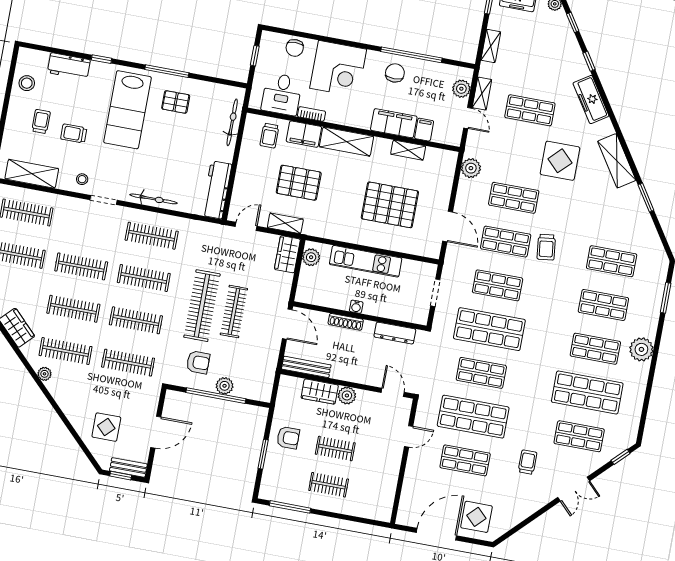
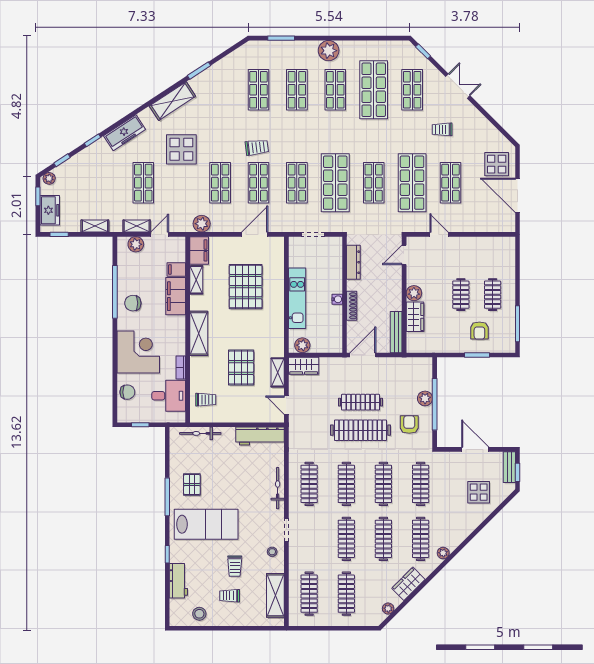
filing cabinet: (304, 134) -> (199, 250), moved
armchair: (288, 438) -> (479, 331), moved, turned 180

